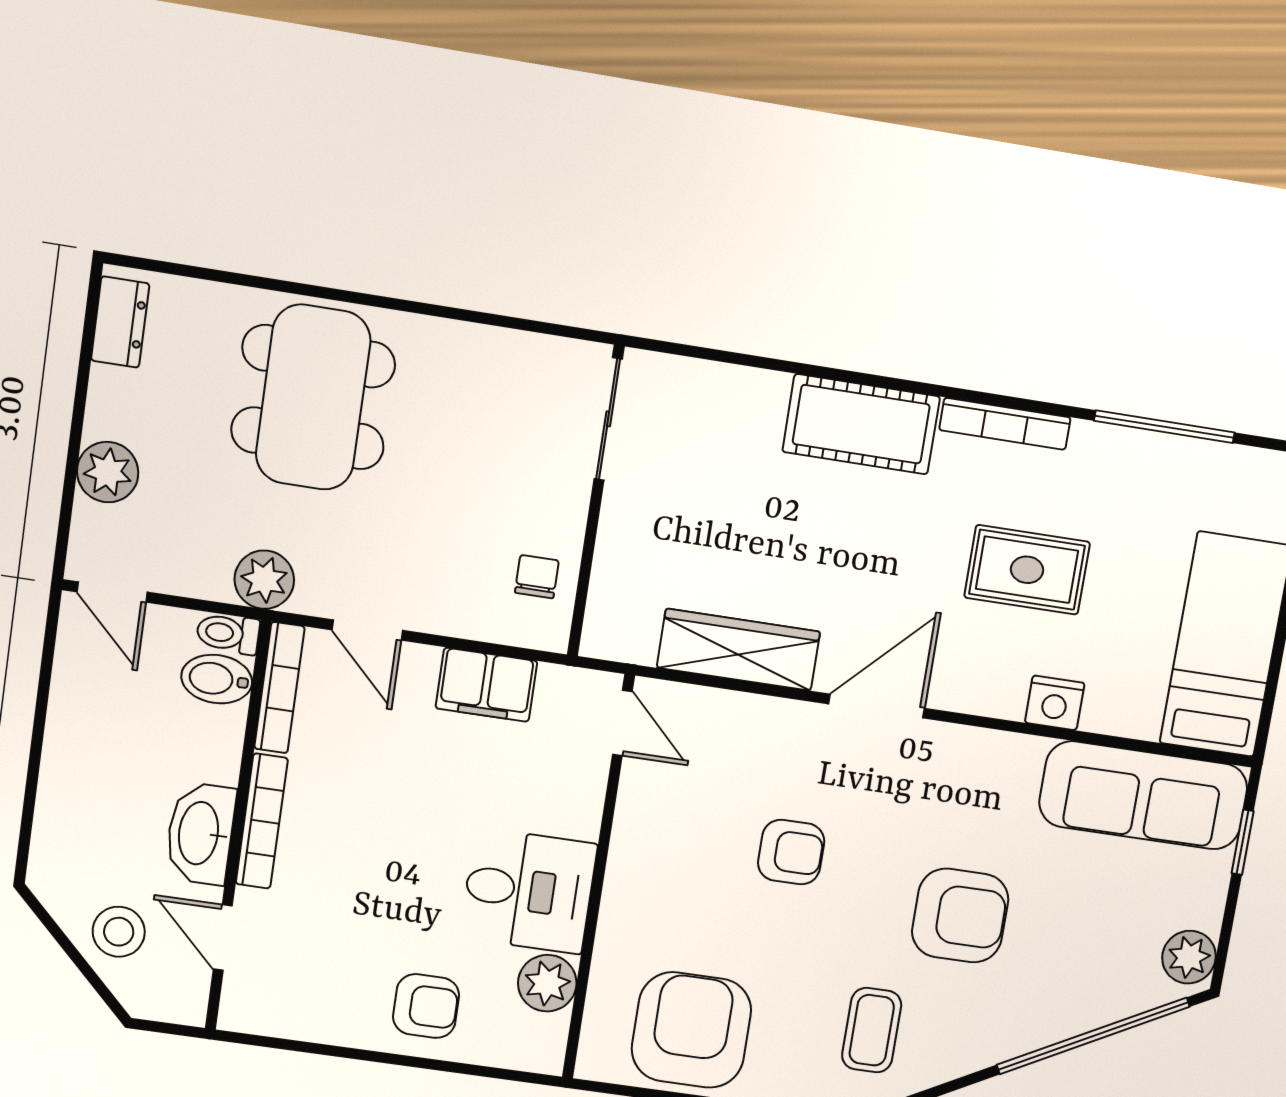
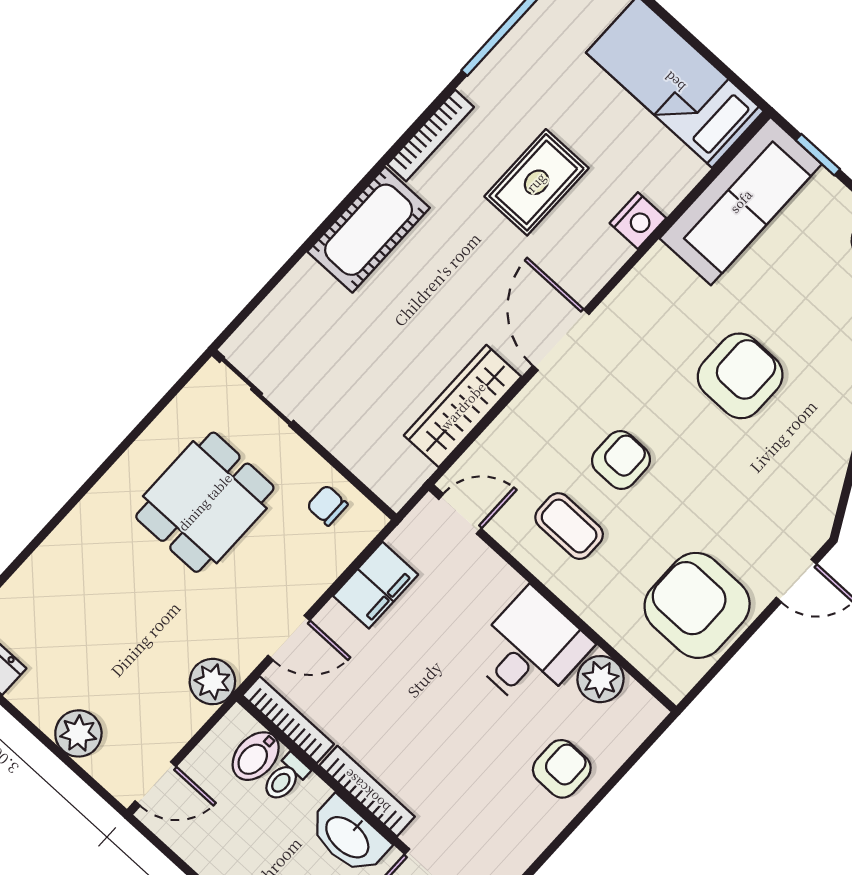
dining table: (313, 397) -> (205, 502), moved, width x0.73
toilet: (228, 633) -> (285, 778), moved
coffee table: (872, 1030) -> (569, 526), moved

